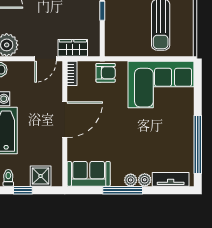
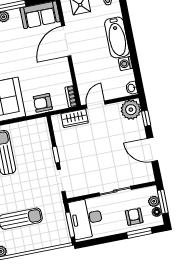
door: (65, 120) -> (66, 41), moved

